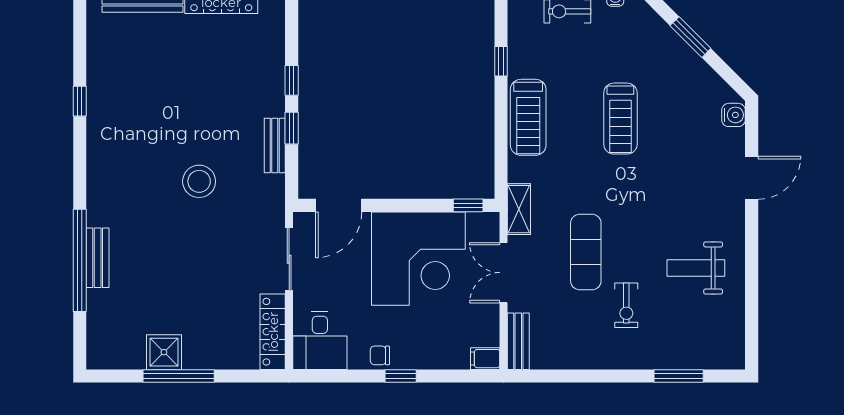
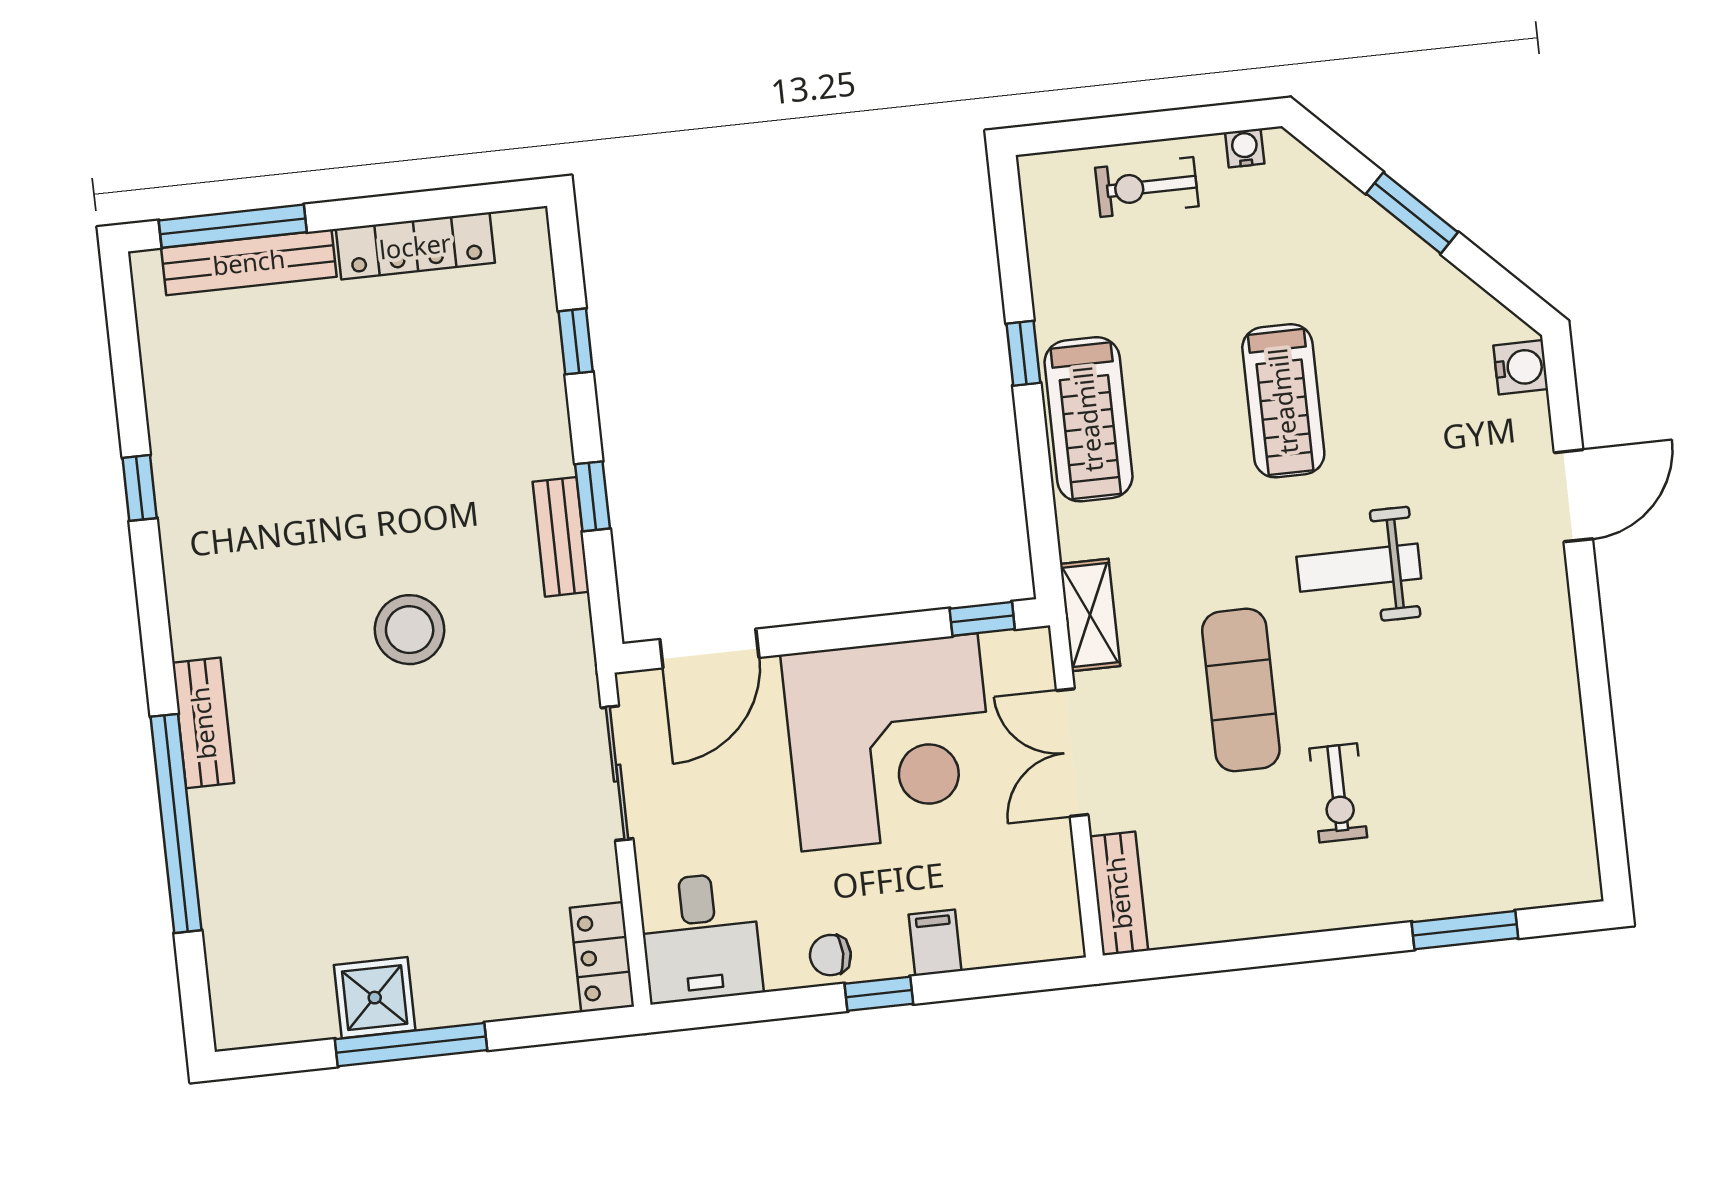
window: (501, 61) -> (1023, 353), moved
window: (292, 80) -> (576, 341), moved
bench: (98, 258) -> (203, 723), moved
weight bench: (696, 268) -> (1359, 568), moved
locker: (273, 332) -> (602, 957), width x0.66
filing cabinet: (485, 359) -> (935, 943), moved, turned 90

